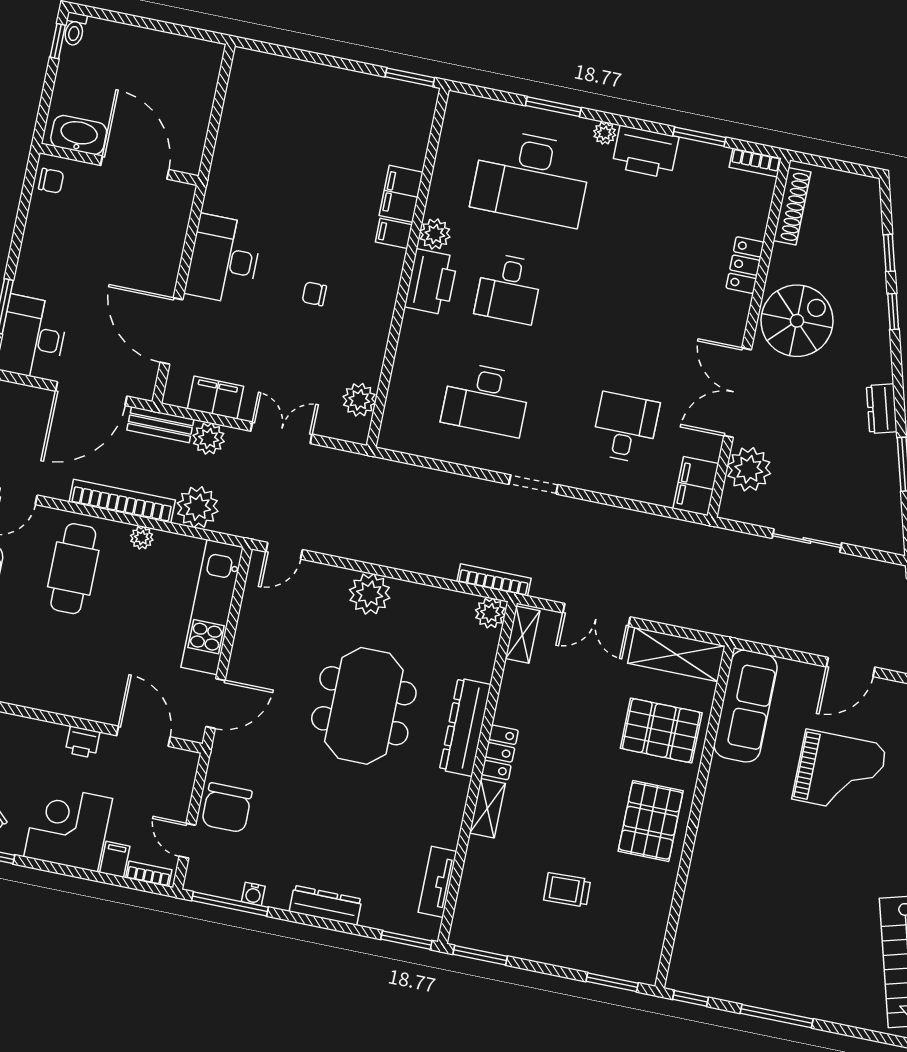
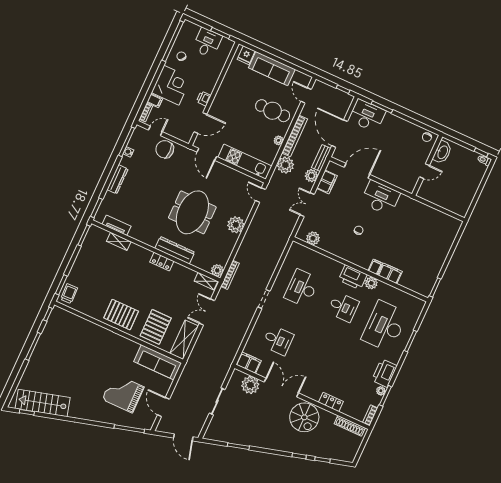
plant: (605, 133) -> (381, 391), moved
door: (135, 168) -> (424, 171), width x0.53
desk: (509, 288) -> (343, 307), turned 180
dresser: (882, 409) -> (262, 443), removed
double door: (281, 433) -> (307, 205), swing flipped
meeting table: (364, 706) -> (192, 212), turned 90
grand piano: (840, 772) -> (123, 393), turned 90
shelving: (487, 808) -> (119, 241), moved
trolley: (567, 890) -> (69, 294), moved

